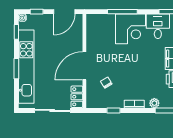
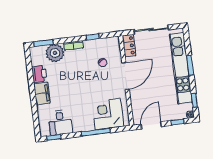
corner desk: (130, 29) -> (108, 114), moved
plant: (154, 103) -> (55, 53), width x1.88, depth x1.88

